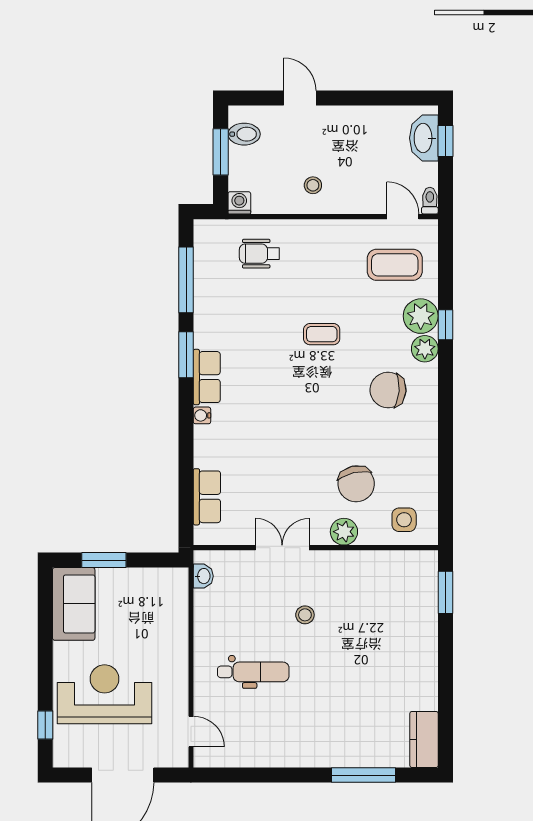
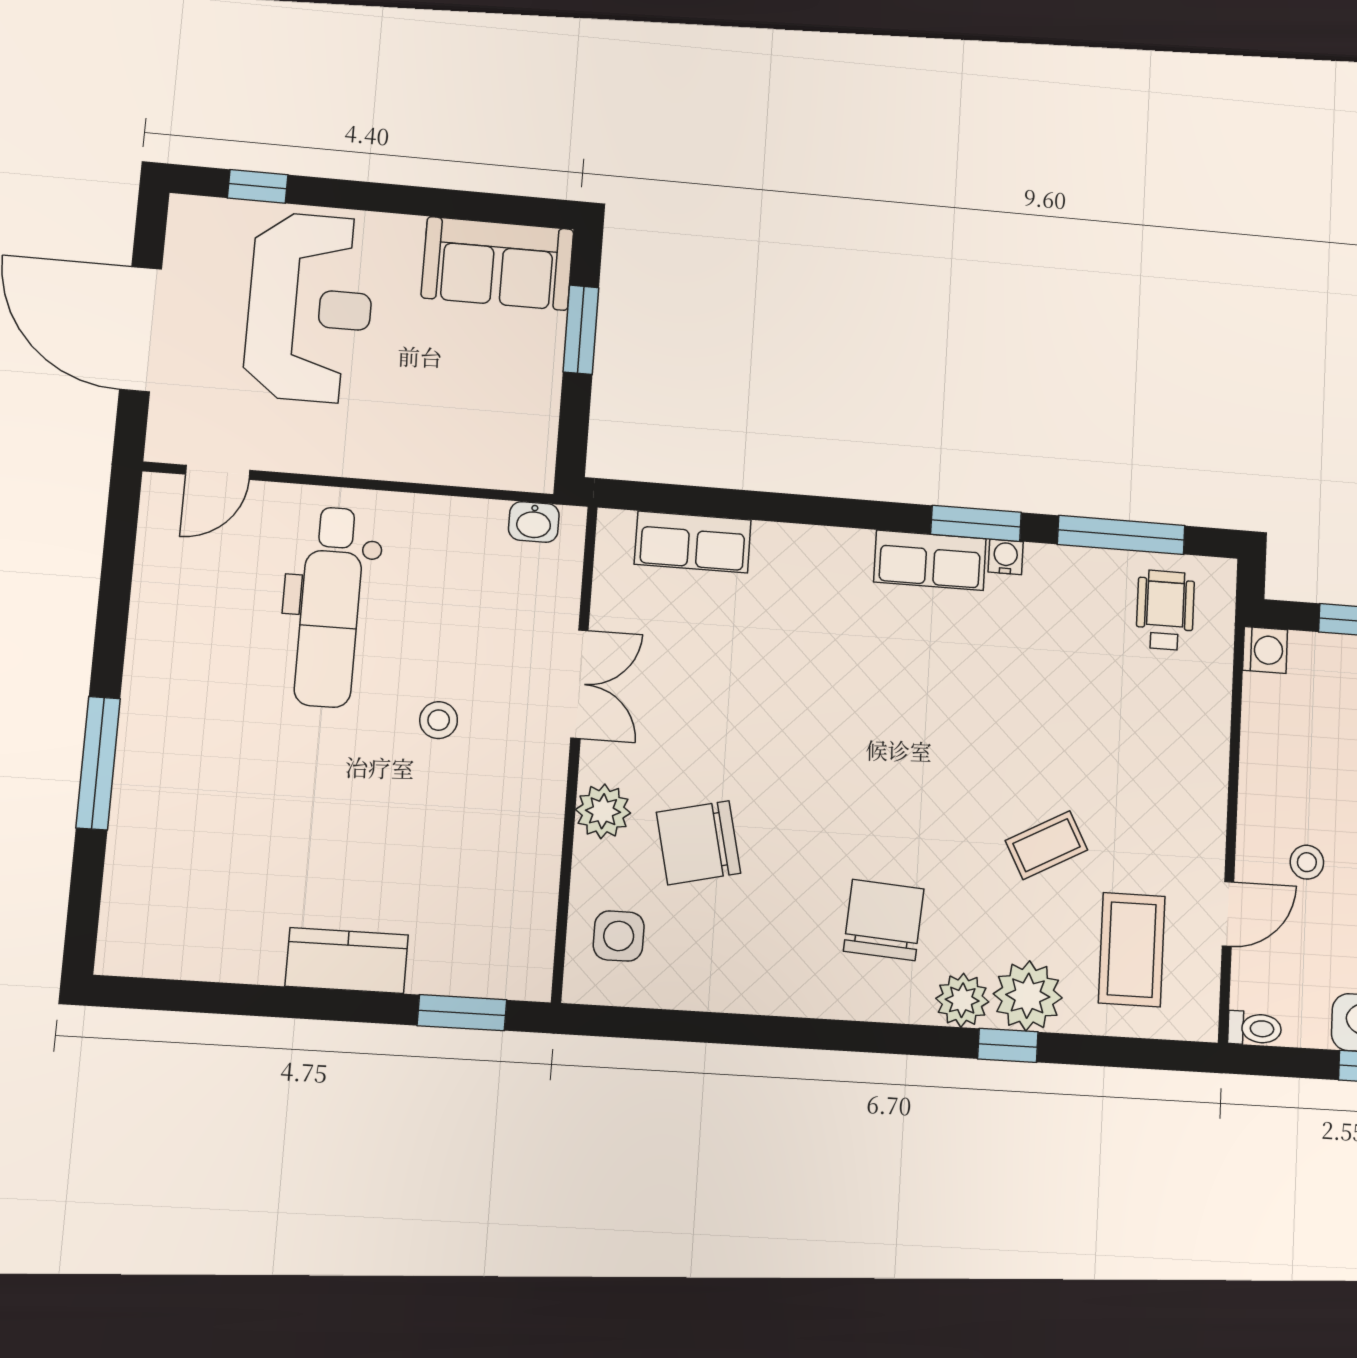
stool: (313, 185) -> (1307, 862), moved
door: (403, 217) -> (1228, 914), moved
wheelchair: (259, 254) -> (1165, 610), moved
coffee table: (322, 334) -> (1046, 845), moved, turned 62
water cooler: (202, 415) -> (1006, 557), moved
dental chair: (253, 672) -> (330, 607), width x1.36, depth x1.38
kitchen counter: (424, 739) -> (347, 961), moved
window: (363, 775) -> (98, 763), moved

